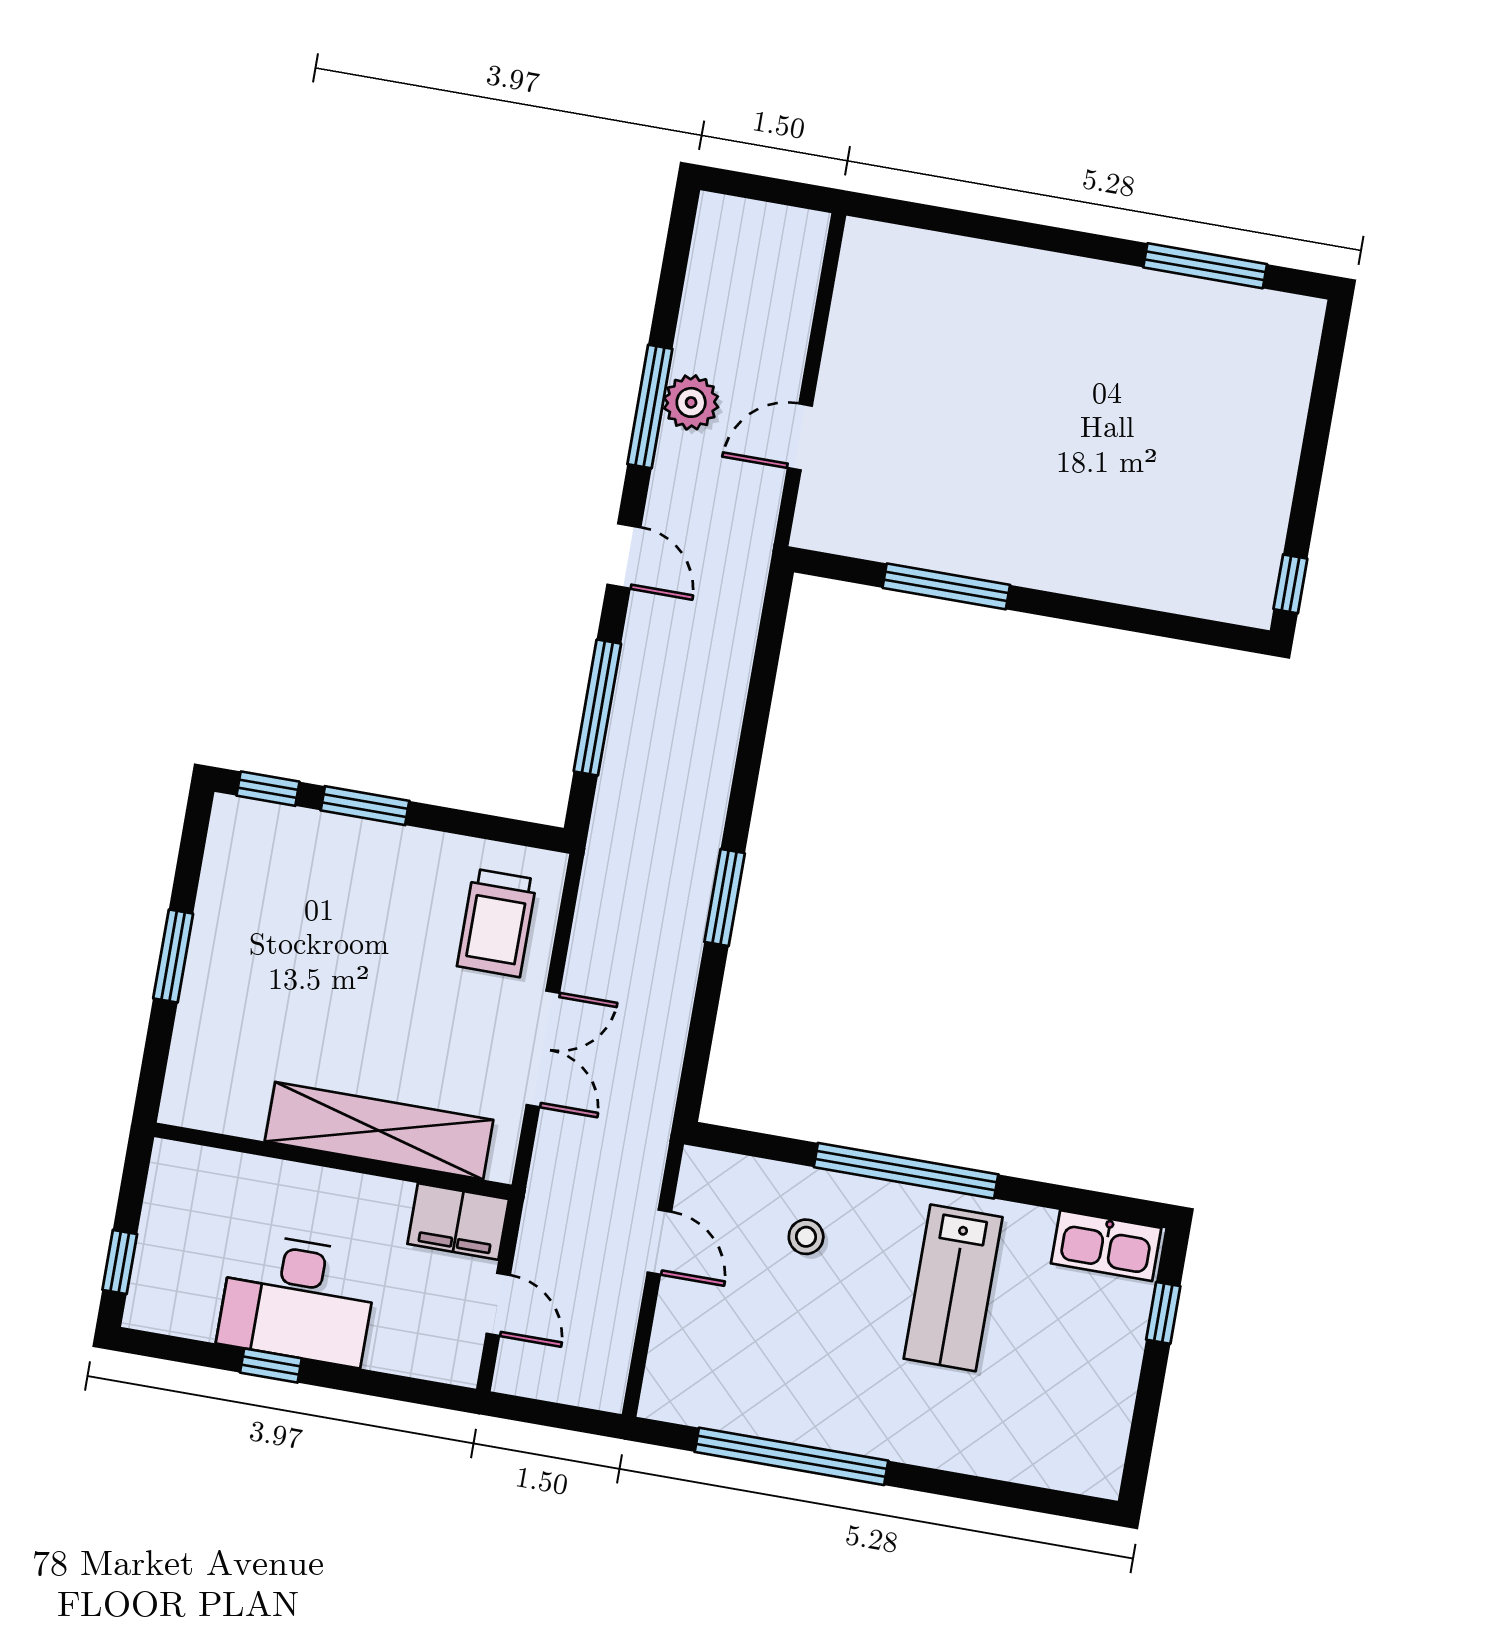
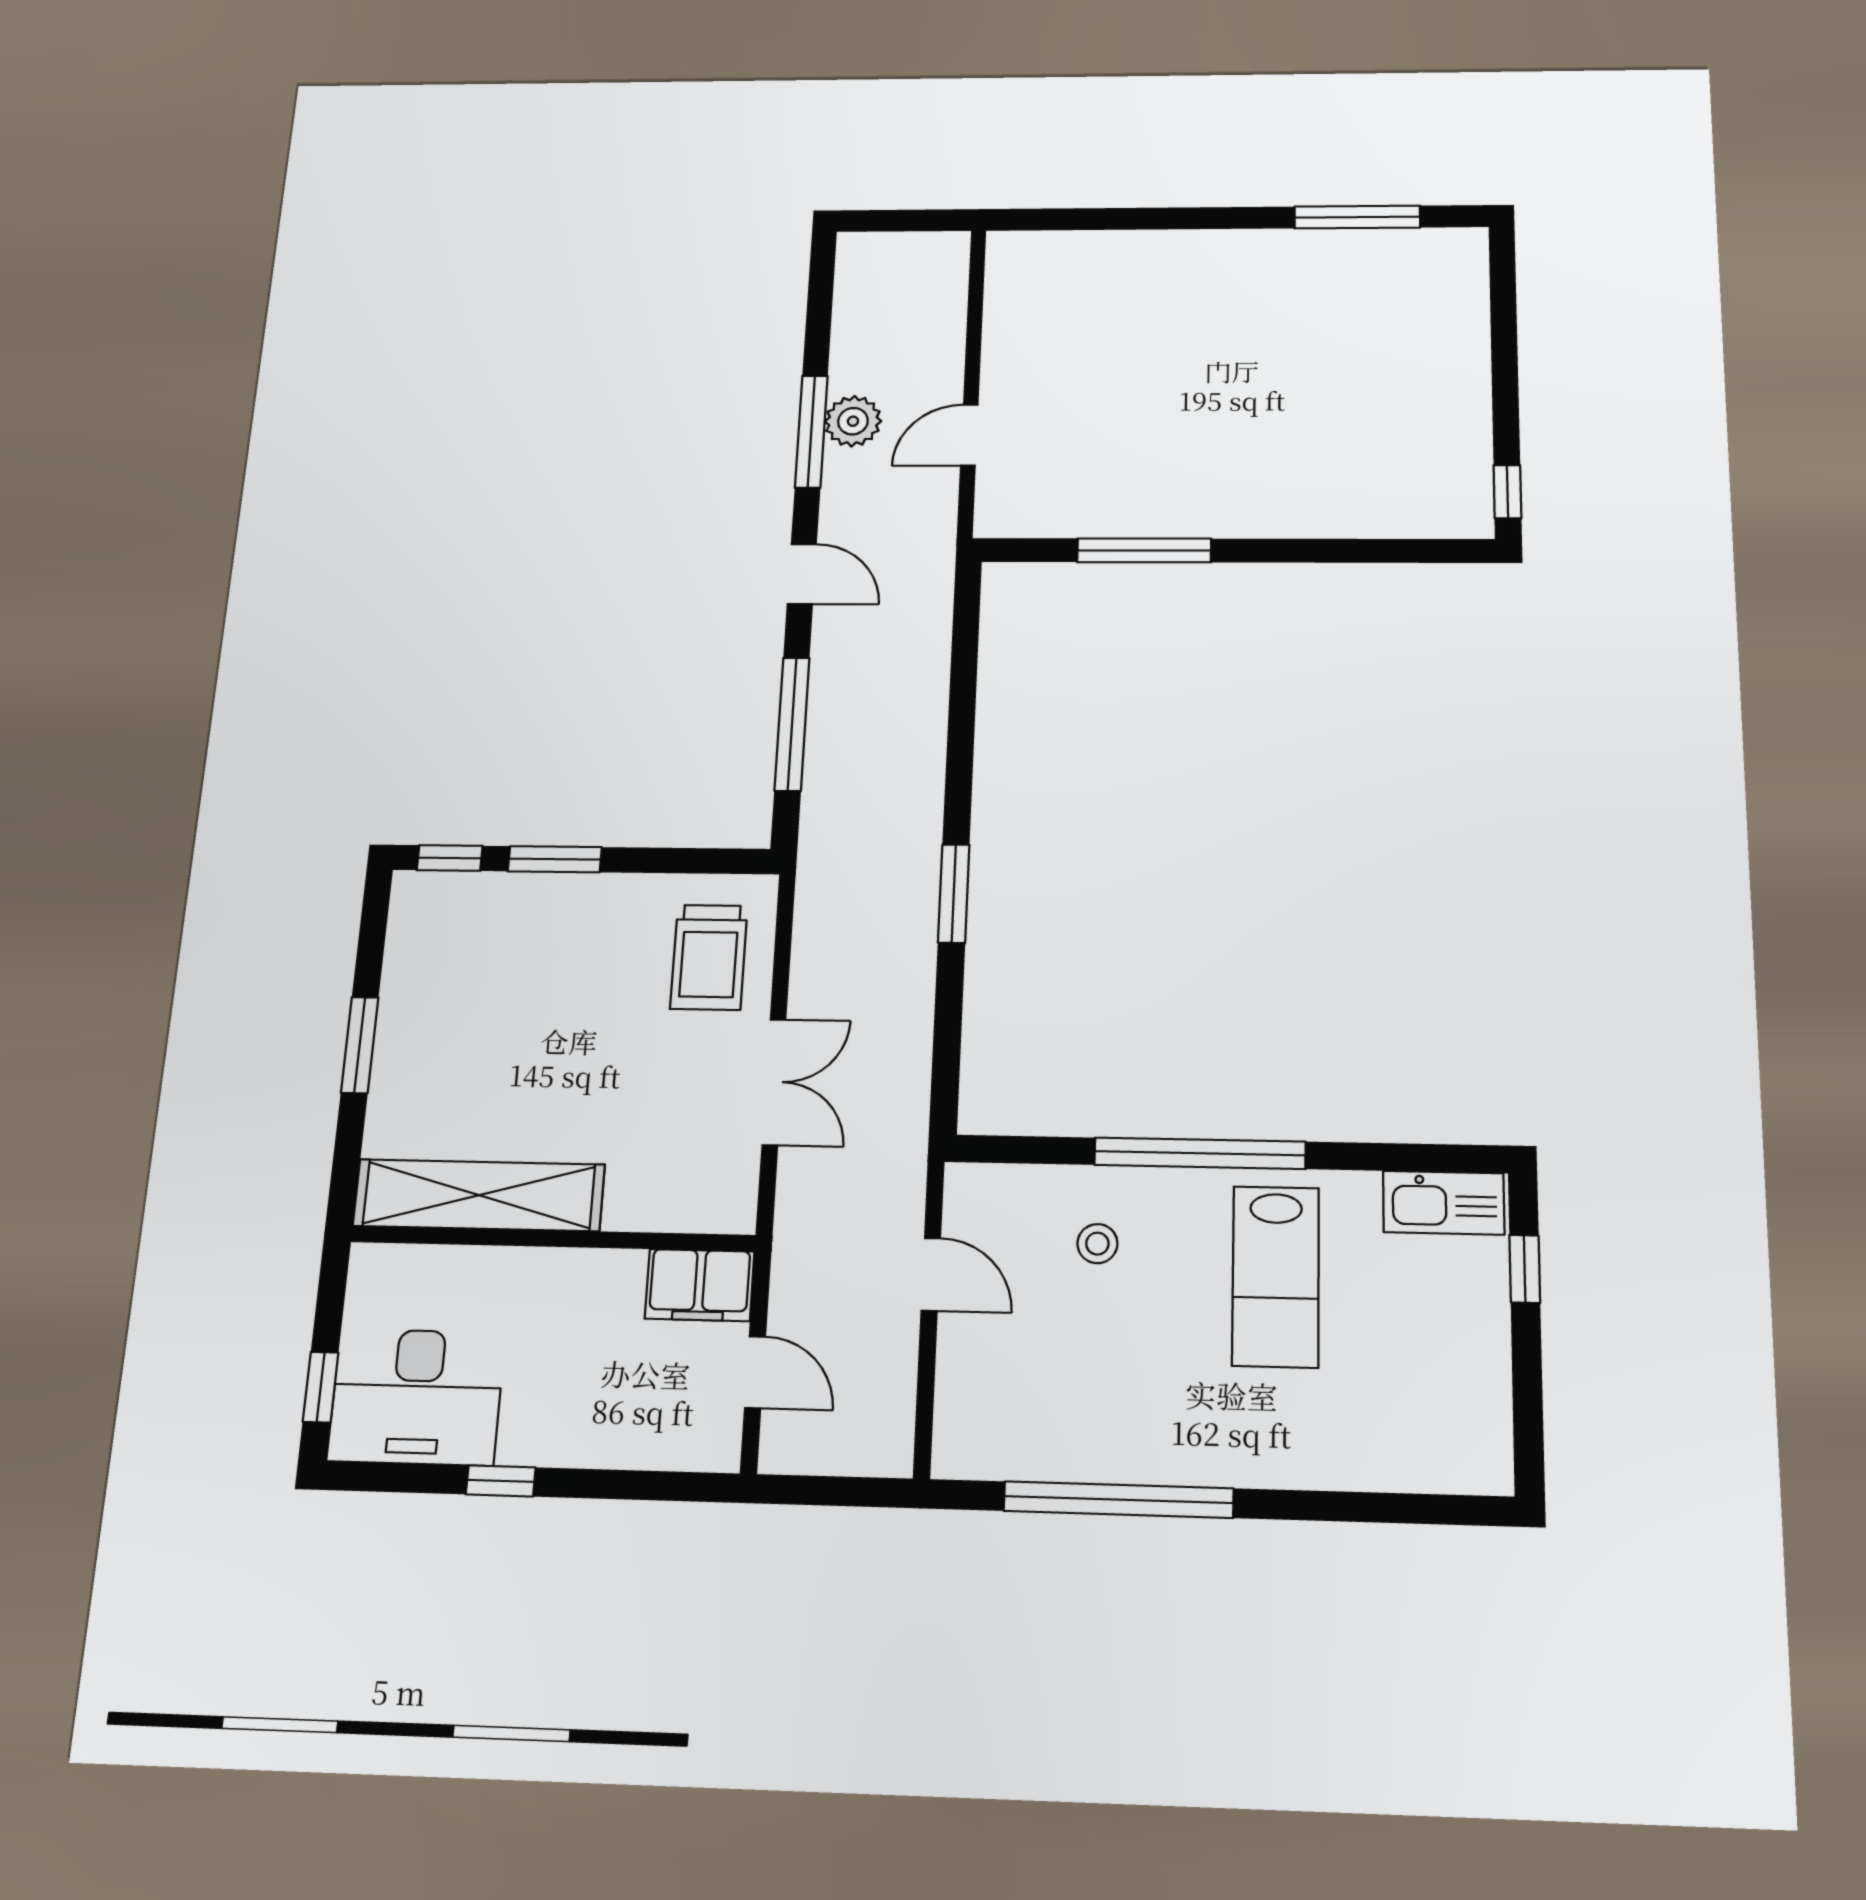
shelving: (379, 1131) -> (479, 1195), moved
desk: (298, 1299) -> (416, 1397), moved

